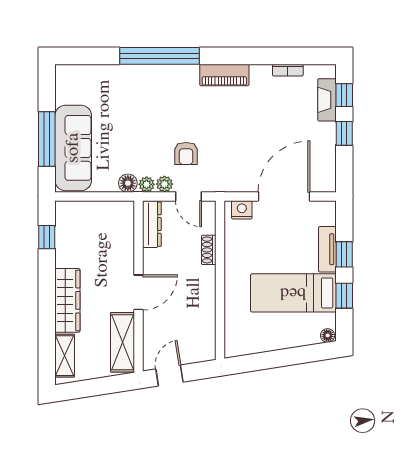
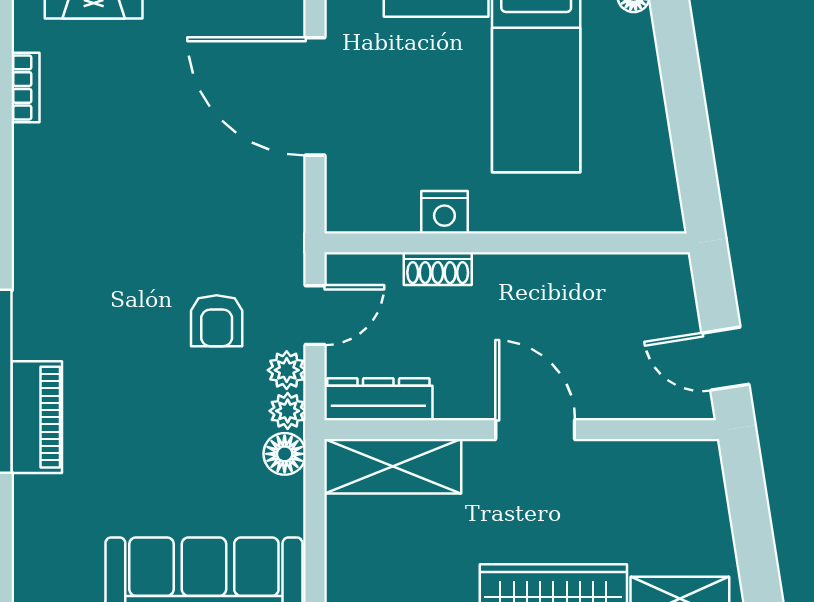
piano: (224, 75) -> (37, 417), moved
armchair: (186, 153) -> (217, 321), turned 90
nightstand: (242, 210) -> (444, 212), moved, turned -90
shelving: (122, 342) -> (393, 466), moved

